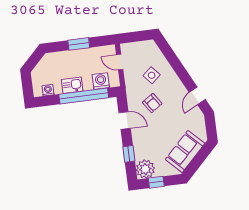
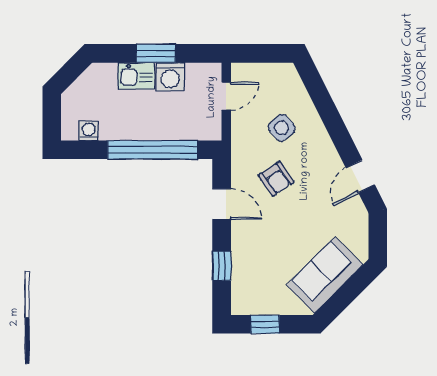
door: (120, 62) -> (226, 96), swing flipped
washing machine: (101, 81) -> (170, 77), moved, turned 180
kitchen sink: (72, 85) -> (136, 76), moved, turned 180
plant: (145, 169) -> (248, 298), removed

